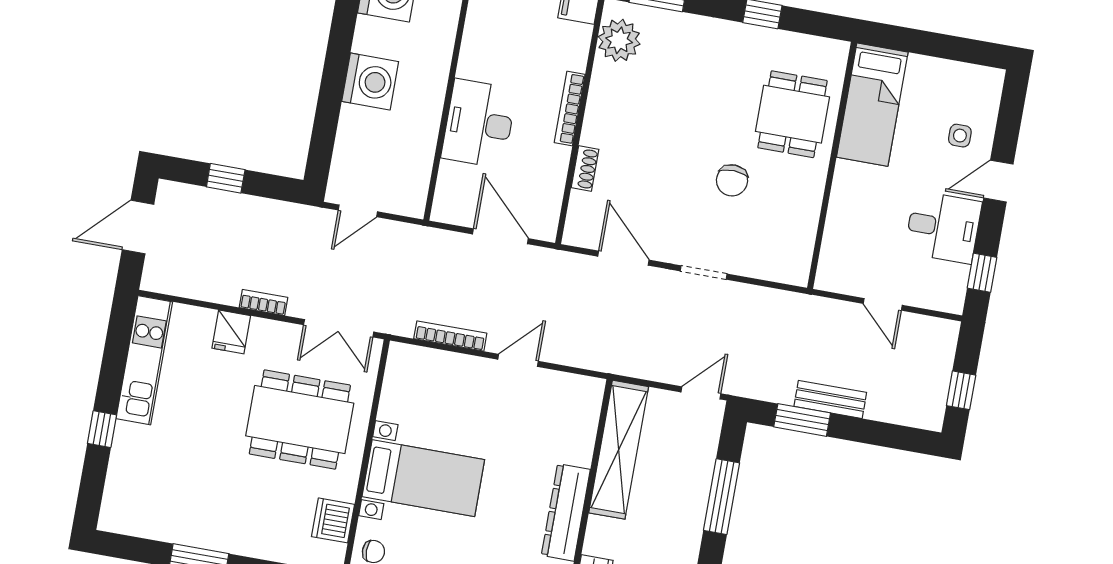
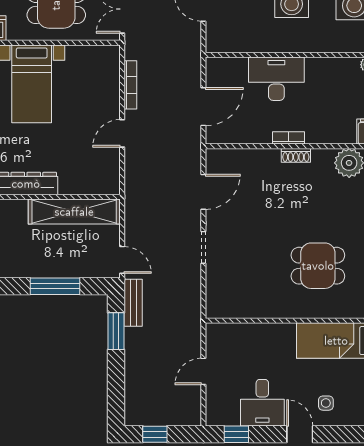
bookcase: (570, 108) -> (288, 138), width x0.64
dining table: (792, 114) -> (318, 266), moved
shoe rack: (585, 168) -> (296, 155), moved
chair: (732, 180) -> (269, 255), removed
door: (518, 360) -> (122, 133), swing flipped
bench: (830, 399) -> (133, 303), moved

